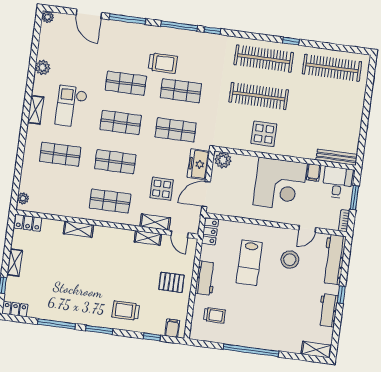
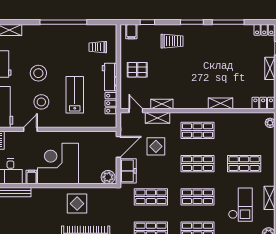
locker: (210, 231) -> (111, 103), moved
stool: (289, 294) -> (38, 73), added

